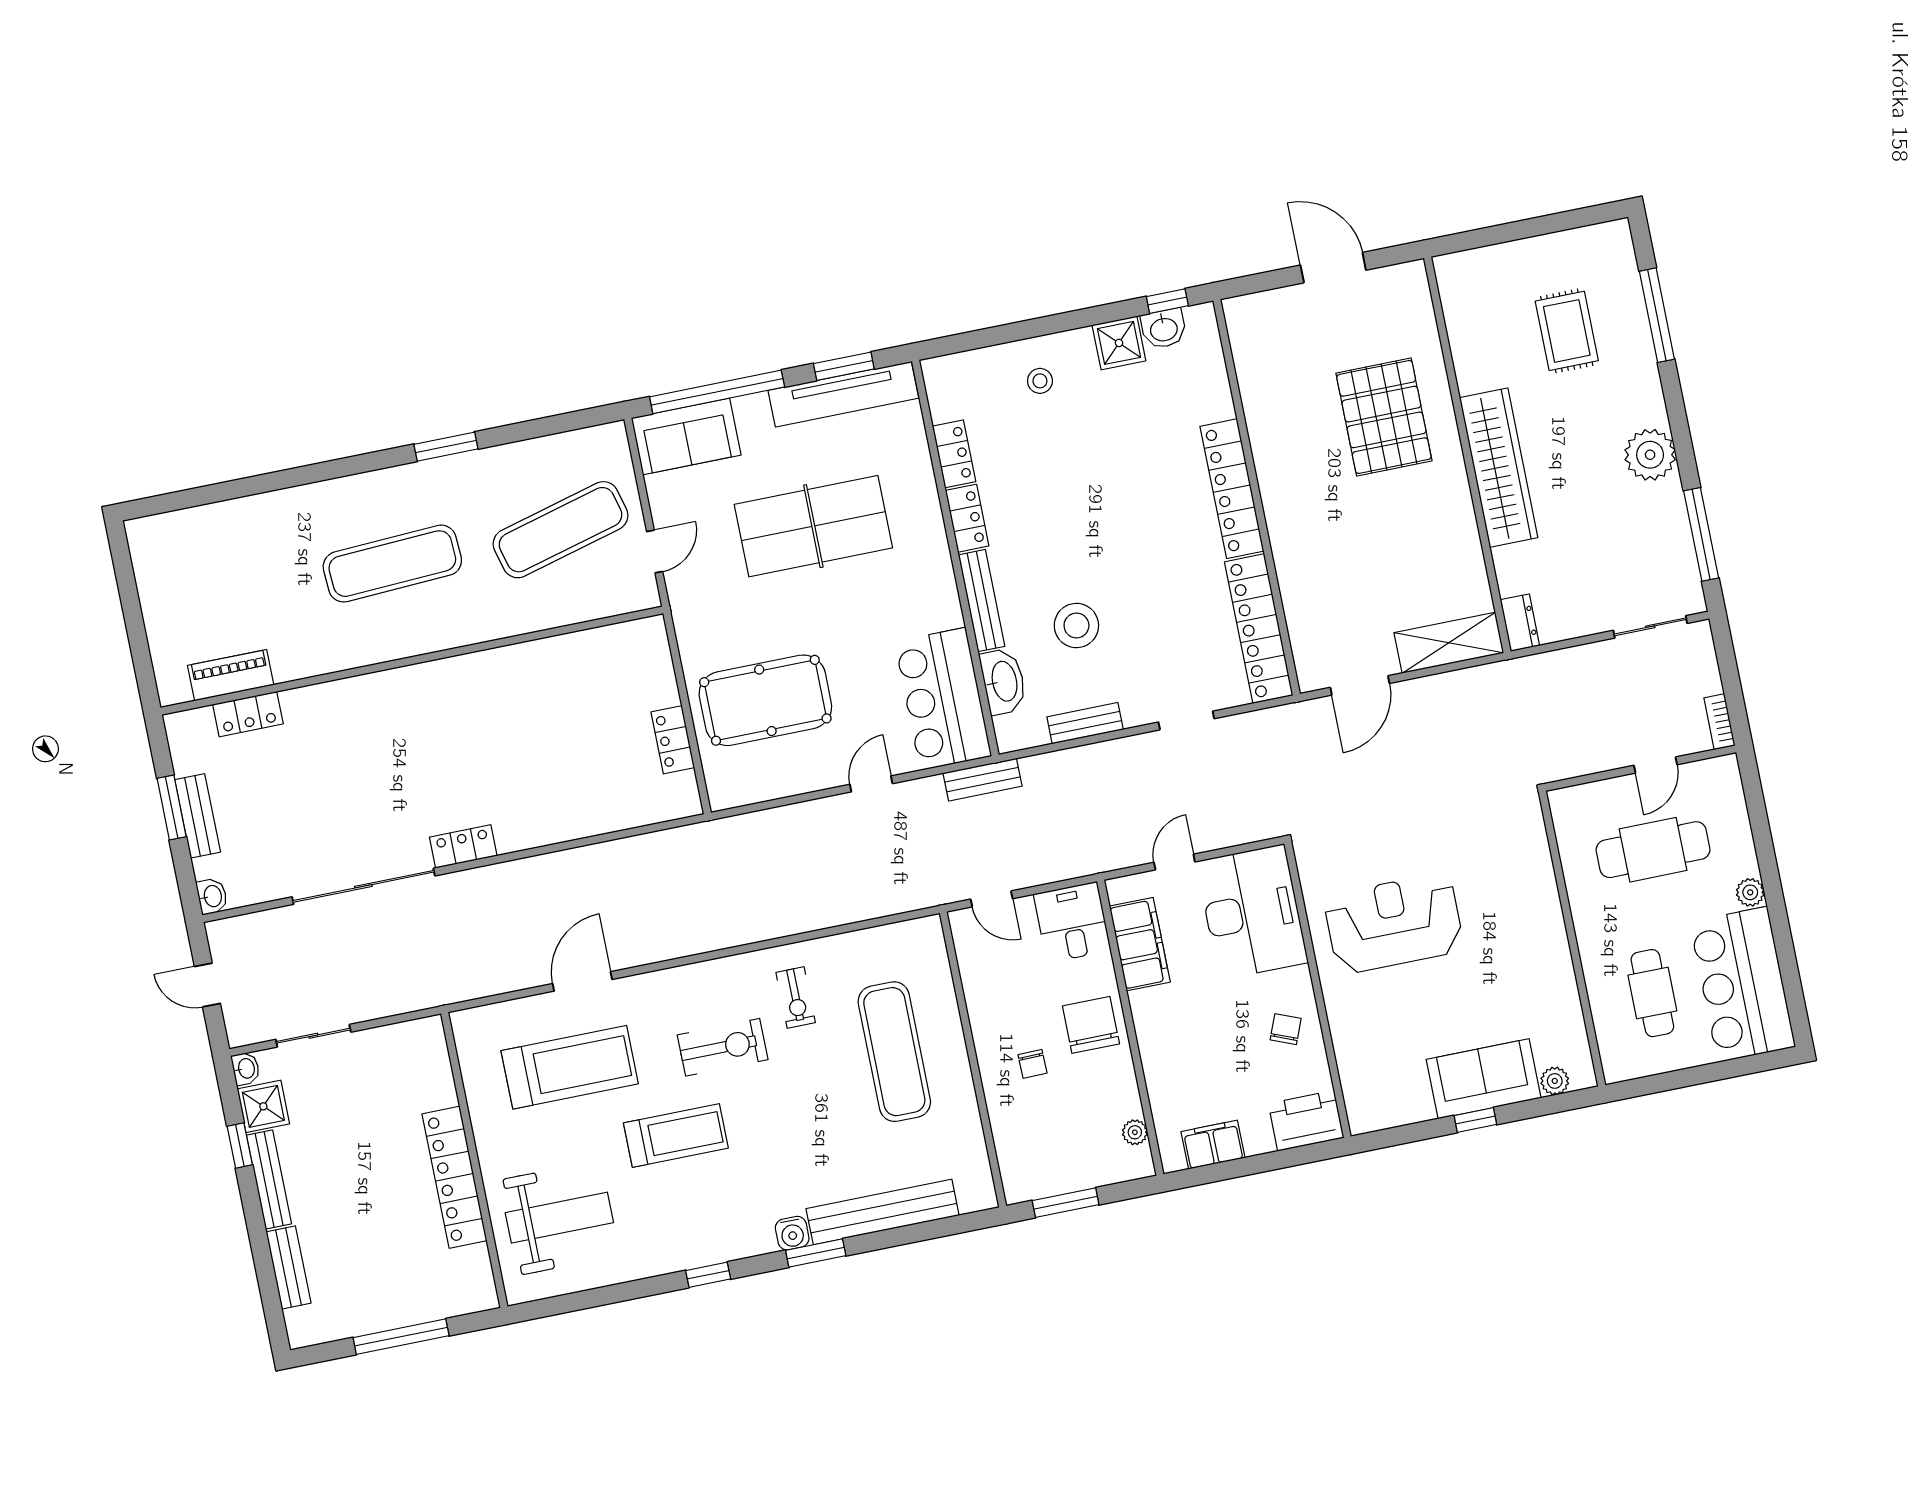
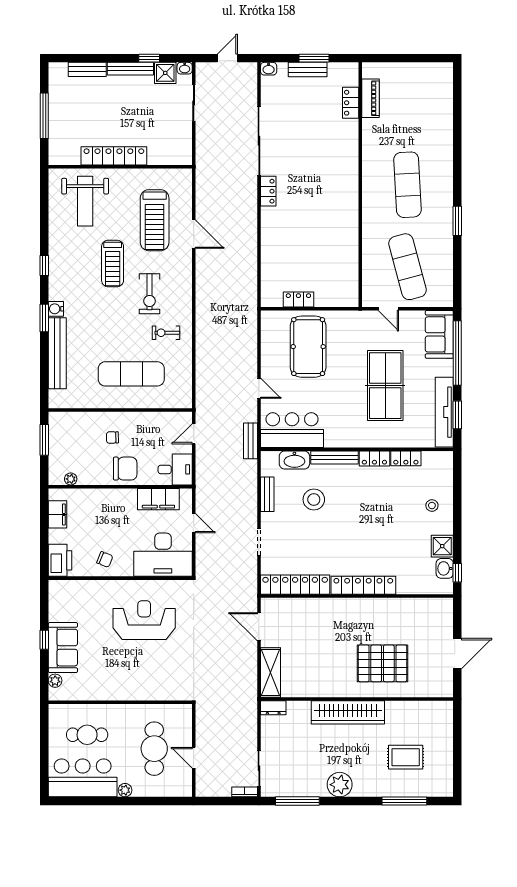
bookcase: (1719, 722) -> (245, 792), moved
reception desk: (1394, 923) -> (144, 620), turned -90

